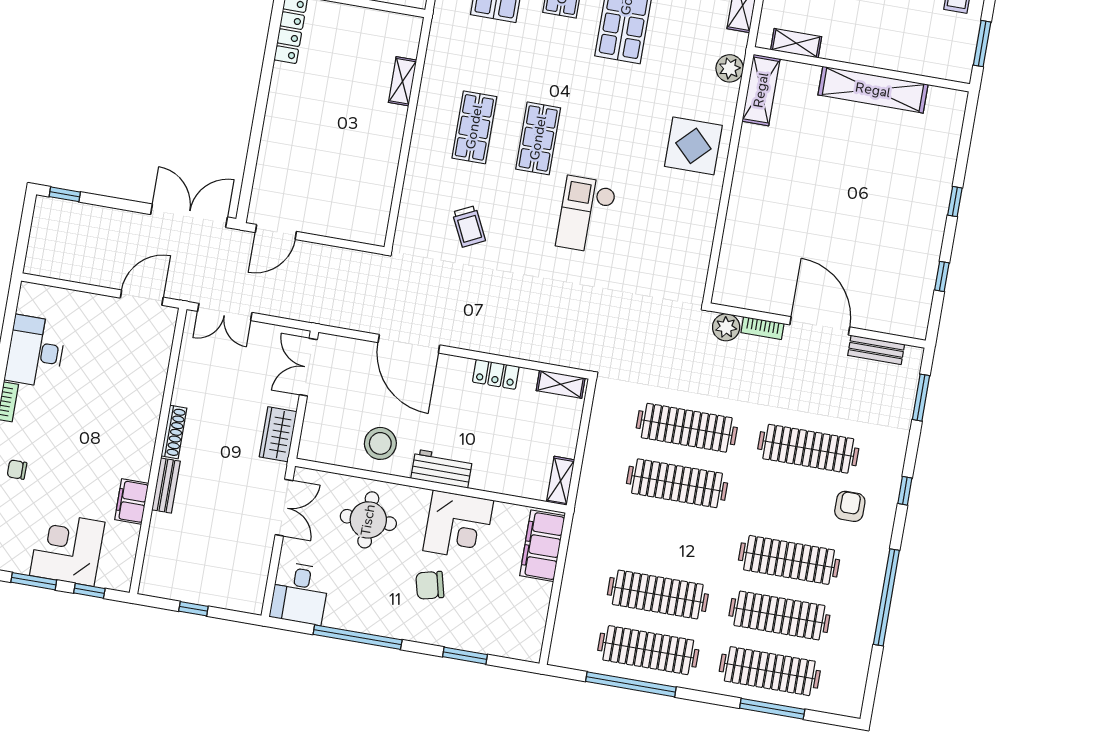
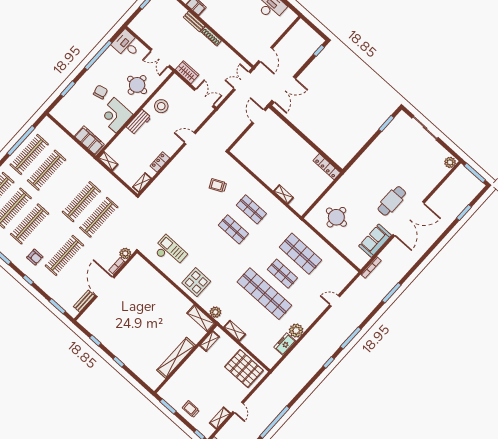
checkout: (586, 215) -> (170, 252), moved
door: (820, 326) -> (105, 287), swing flipped
door: (409, 344) -> (190, 138), width x0.53

